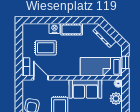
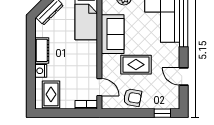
rug: (46, 48) -> (51, 94), moved
door: (41, 78) -> (99, 87), swing flipped

